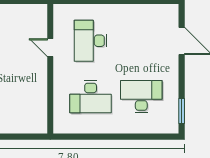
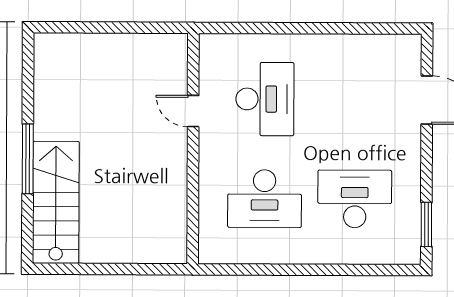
desk: (91, 41) -> (265, 99), turned 180

